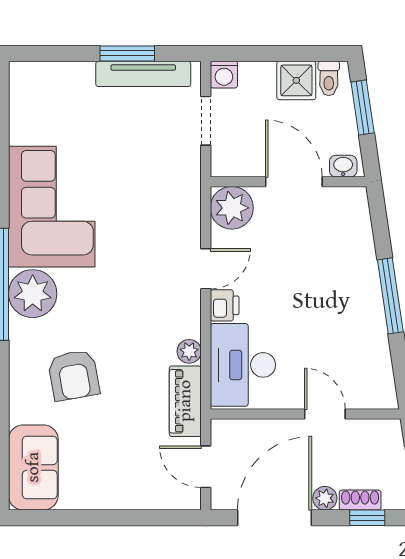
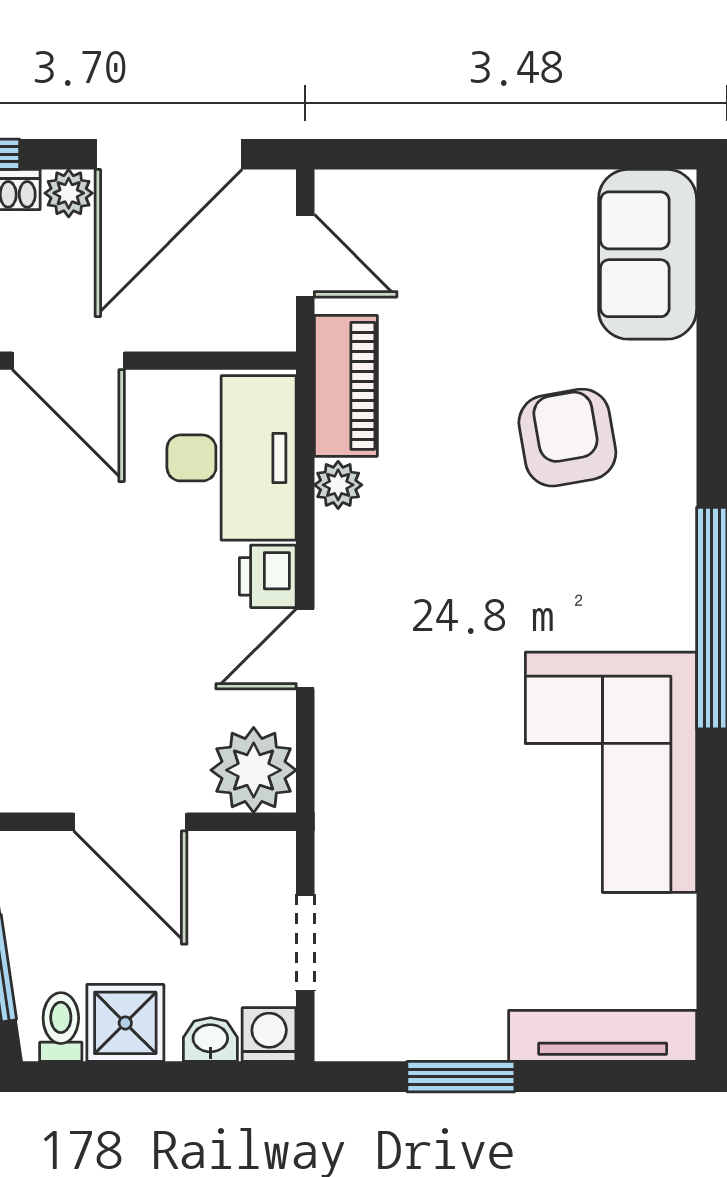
tv unit: (143, 74) -> (603, 1036), moved
washbasin: (343, 166) -> (210, 1040), moved, turned 180
plant: (33, 294) -> (649, 600), removed
door: (325, 414) -> (68, 361), width x1.38

